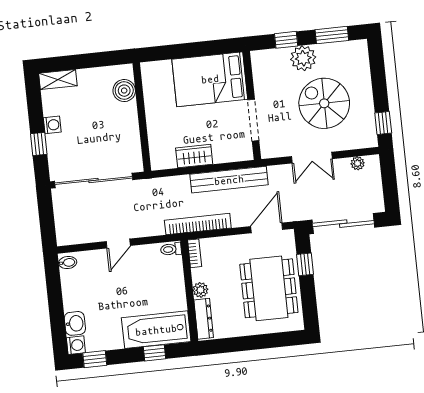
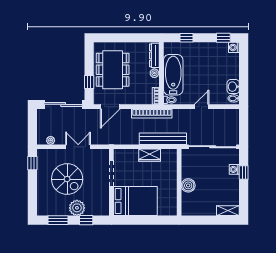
boiler: (124, 91) -> (188, 185), moved
washing machine: (52, 125) -> (234, 169), moved
bench: (229, 180) -> (163, 139), moved
washbasin: (75, 323) -> (233, 87), moved
bathtub: (156, 330) -> (173, 75), moved, turned -90

